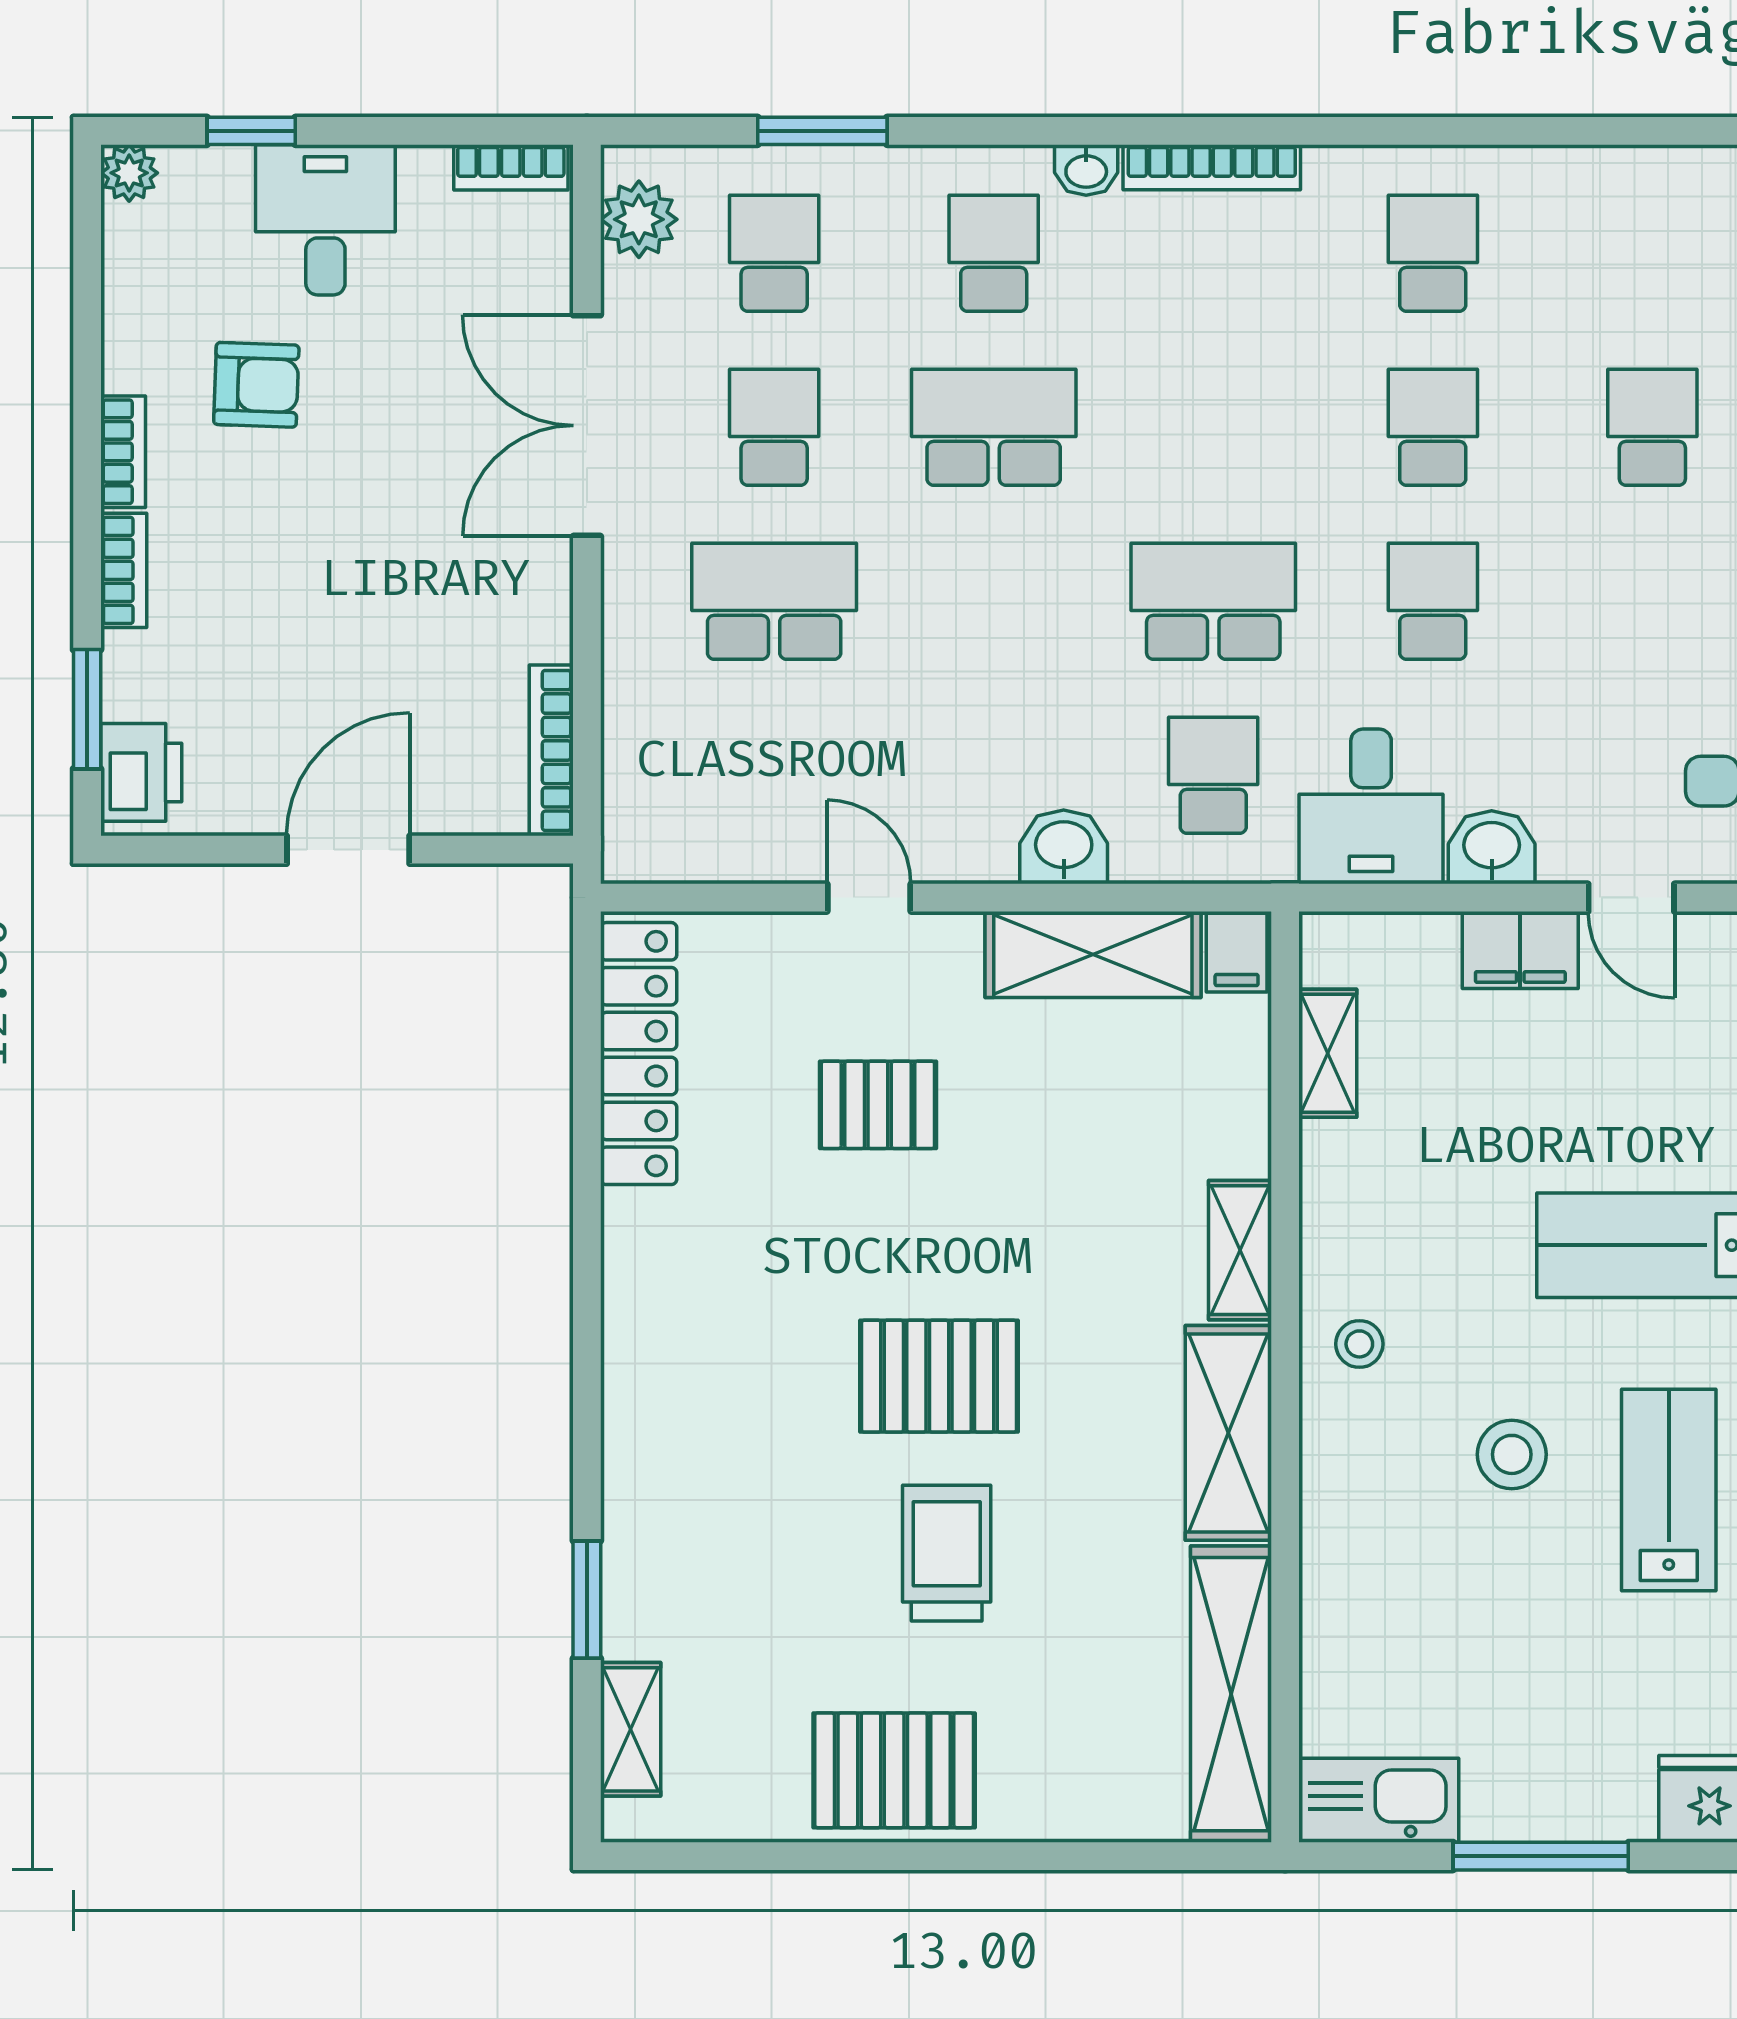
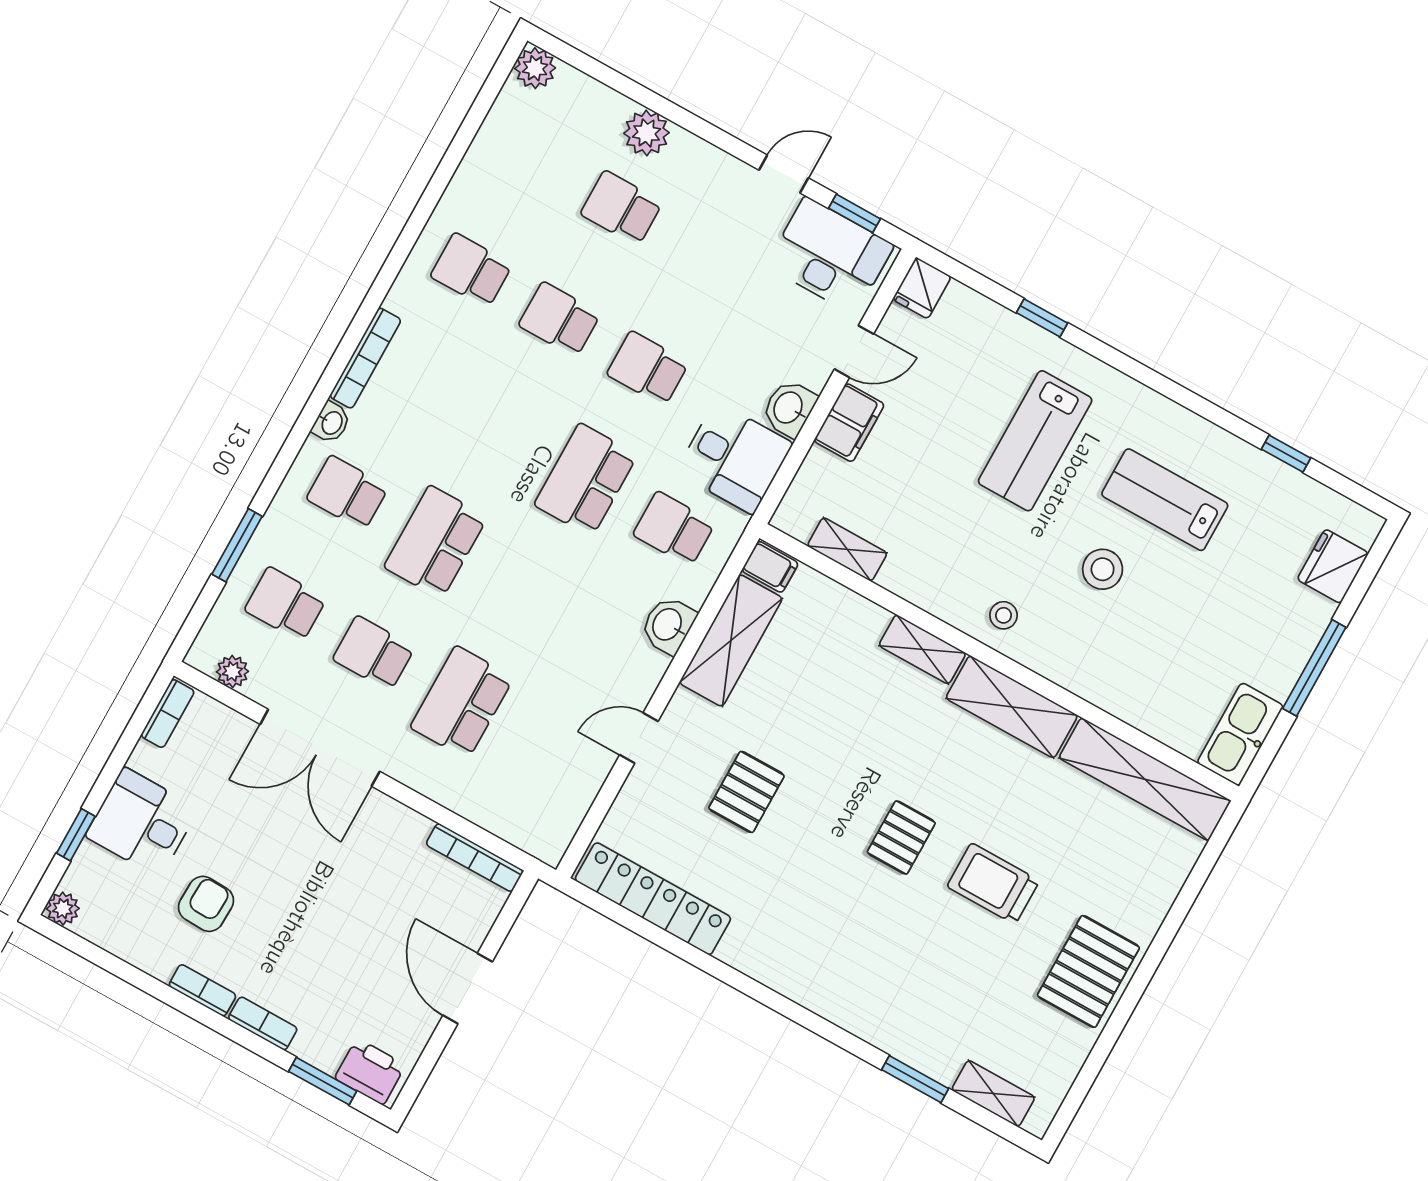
plant: (639, 219) -> (232, 672), width x0.73, depth x0.73
pallet: (939, 1376) -> (901, 838), width x0.67, depth x0.71

